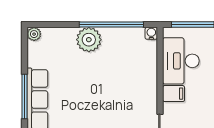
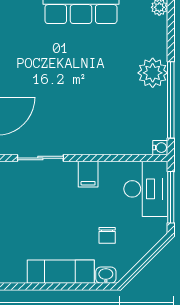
desk: (181, 61) -> (146, 189), moved, turned 90

